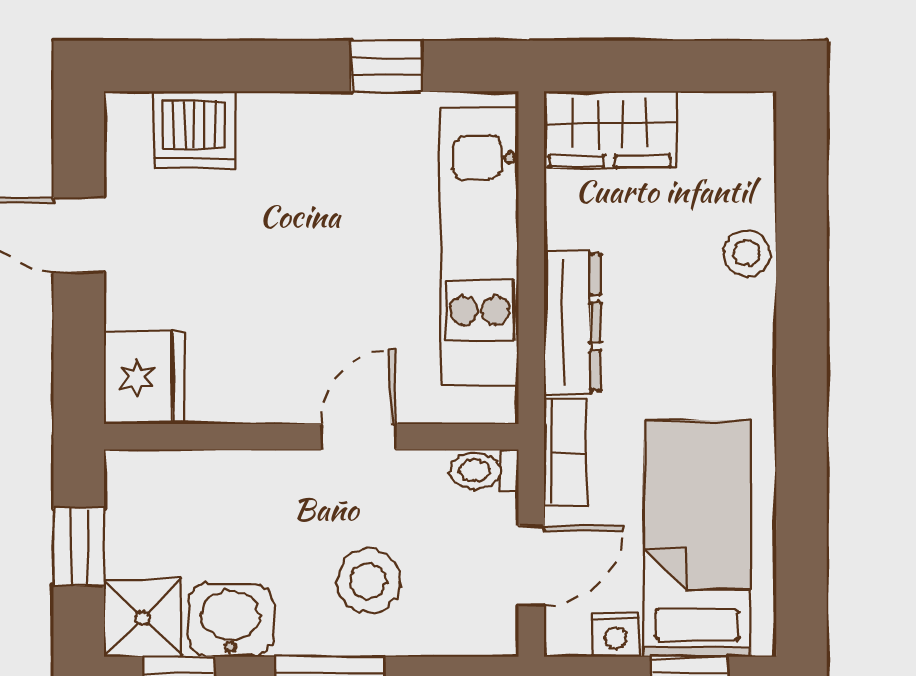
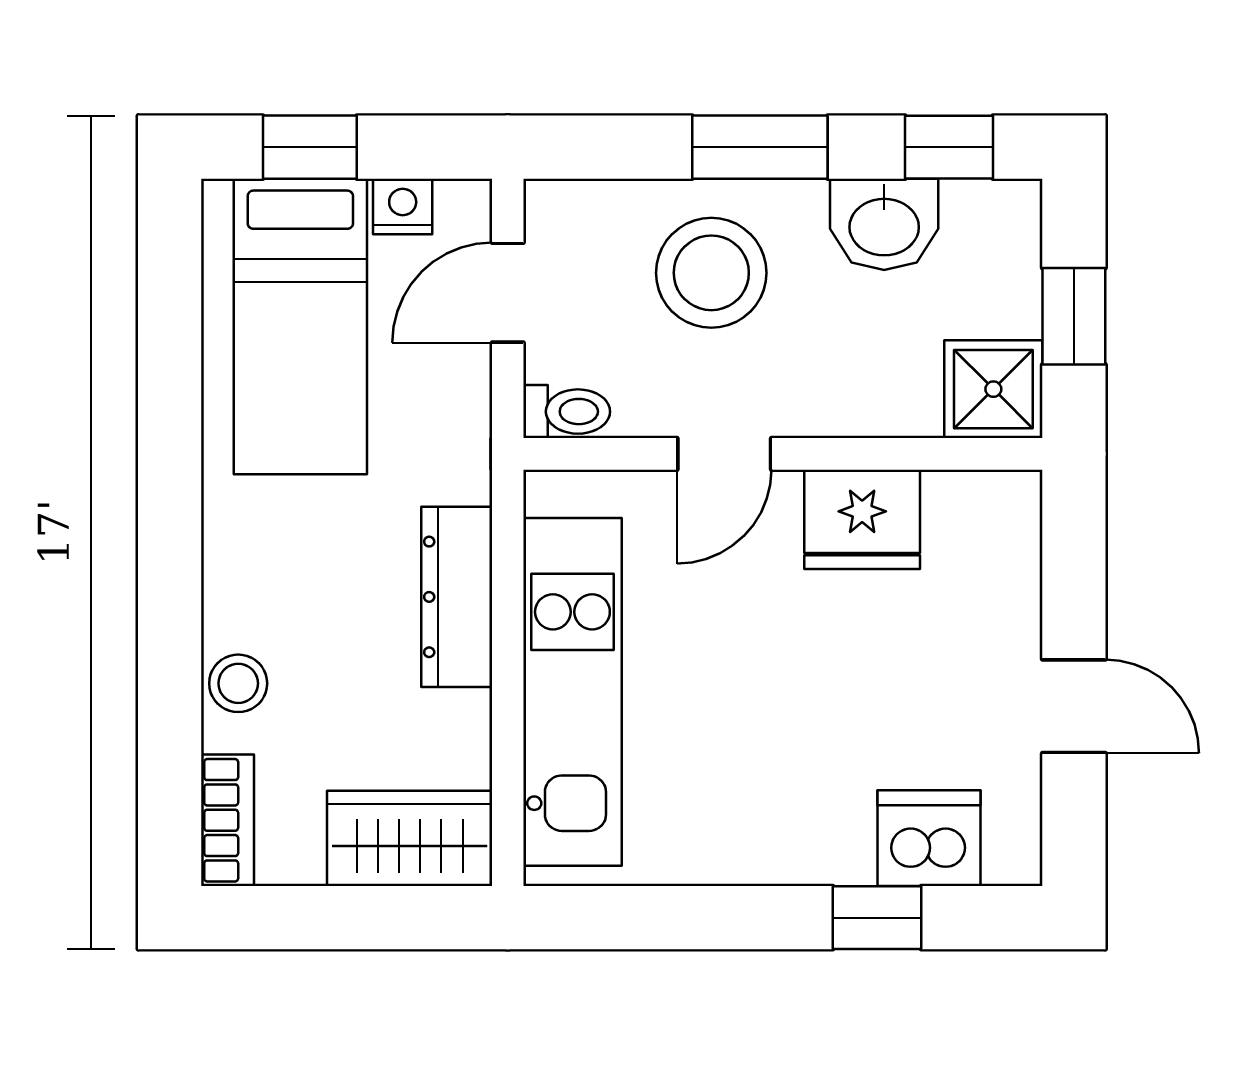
window: (387, 66) -> (877, 918), moved
fridge: (144, 378) -> (862, 519), moved, turned -90
bookcase: (565, 452) -> (228, 820), moved, turned 180
stool: (369, 581) -> (711, 273), width x1.38, depth x1.38
shower: (143, 618) -> (993, 389), moved

